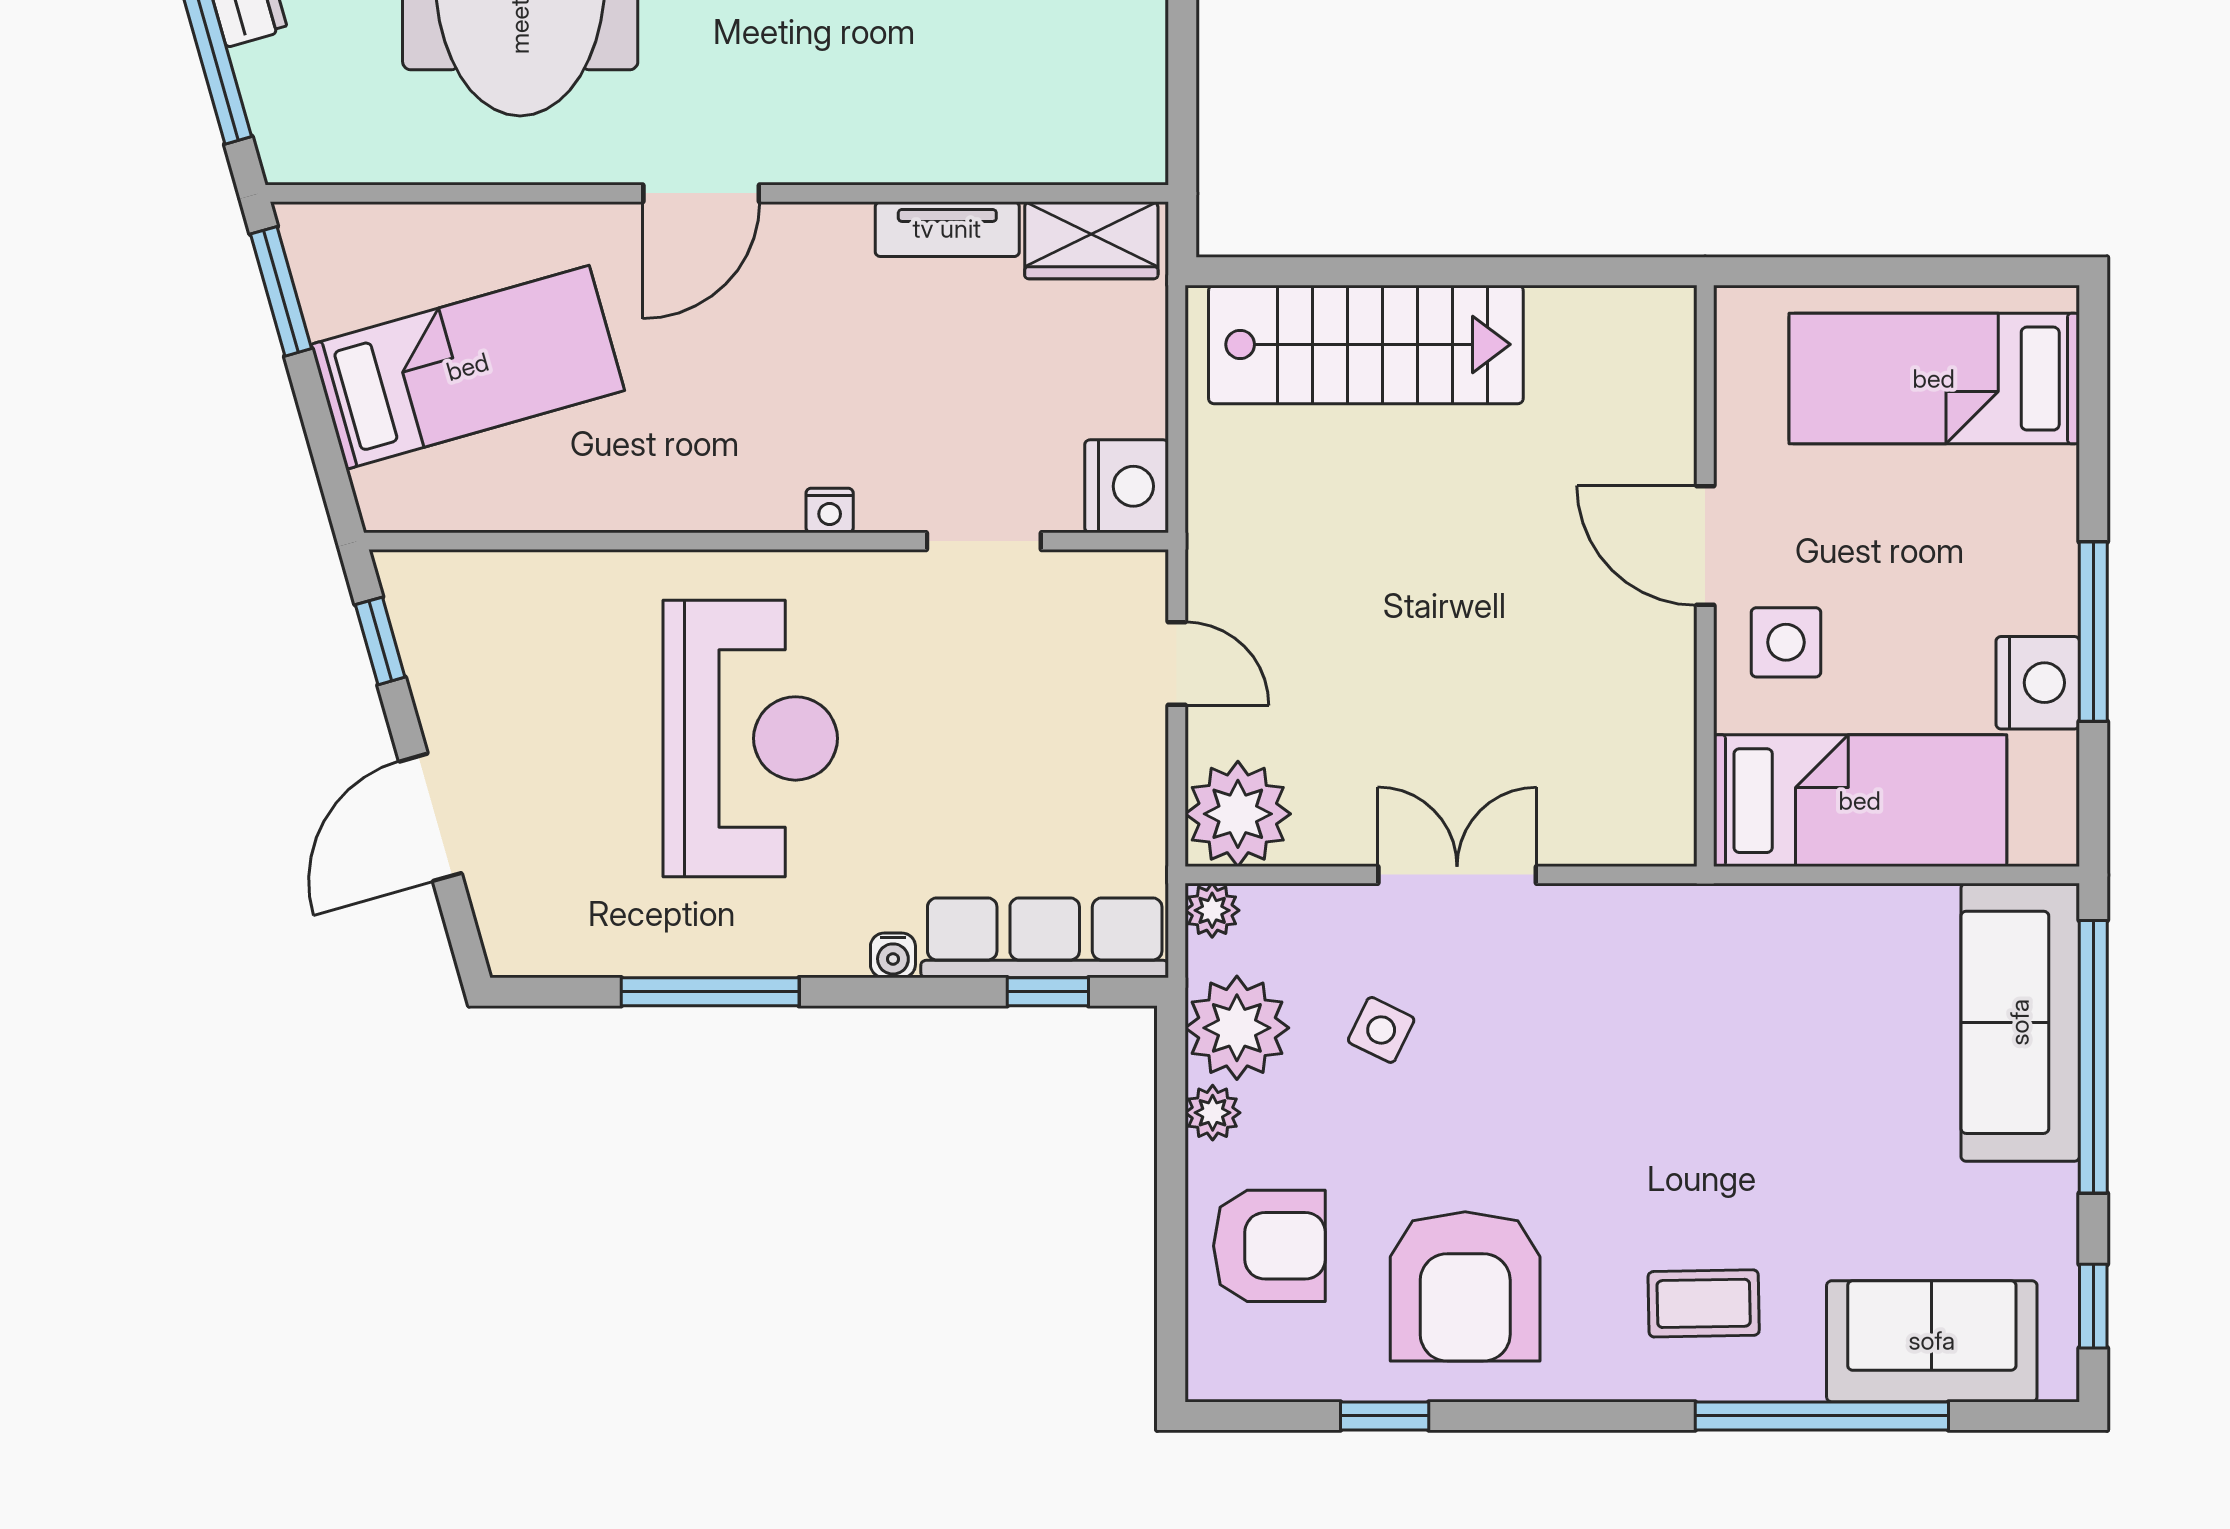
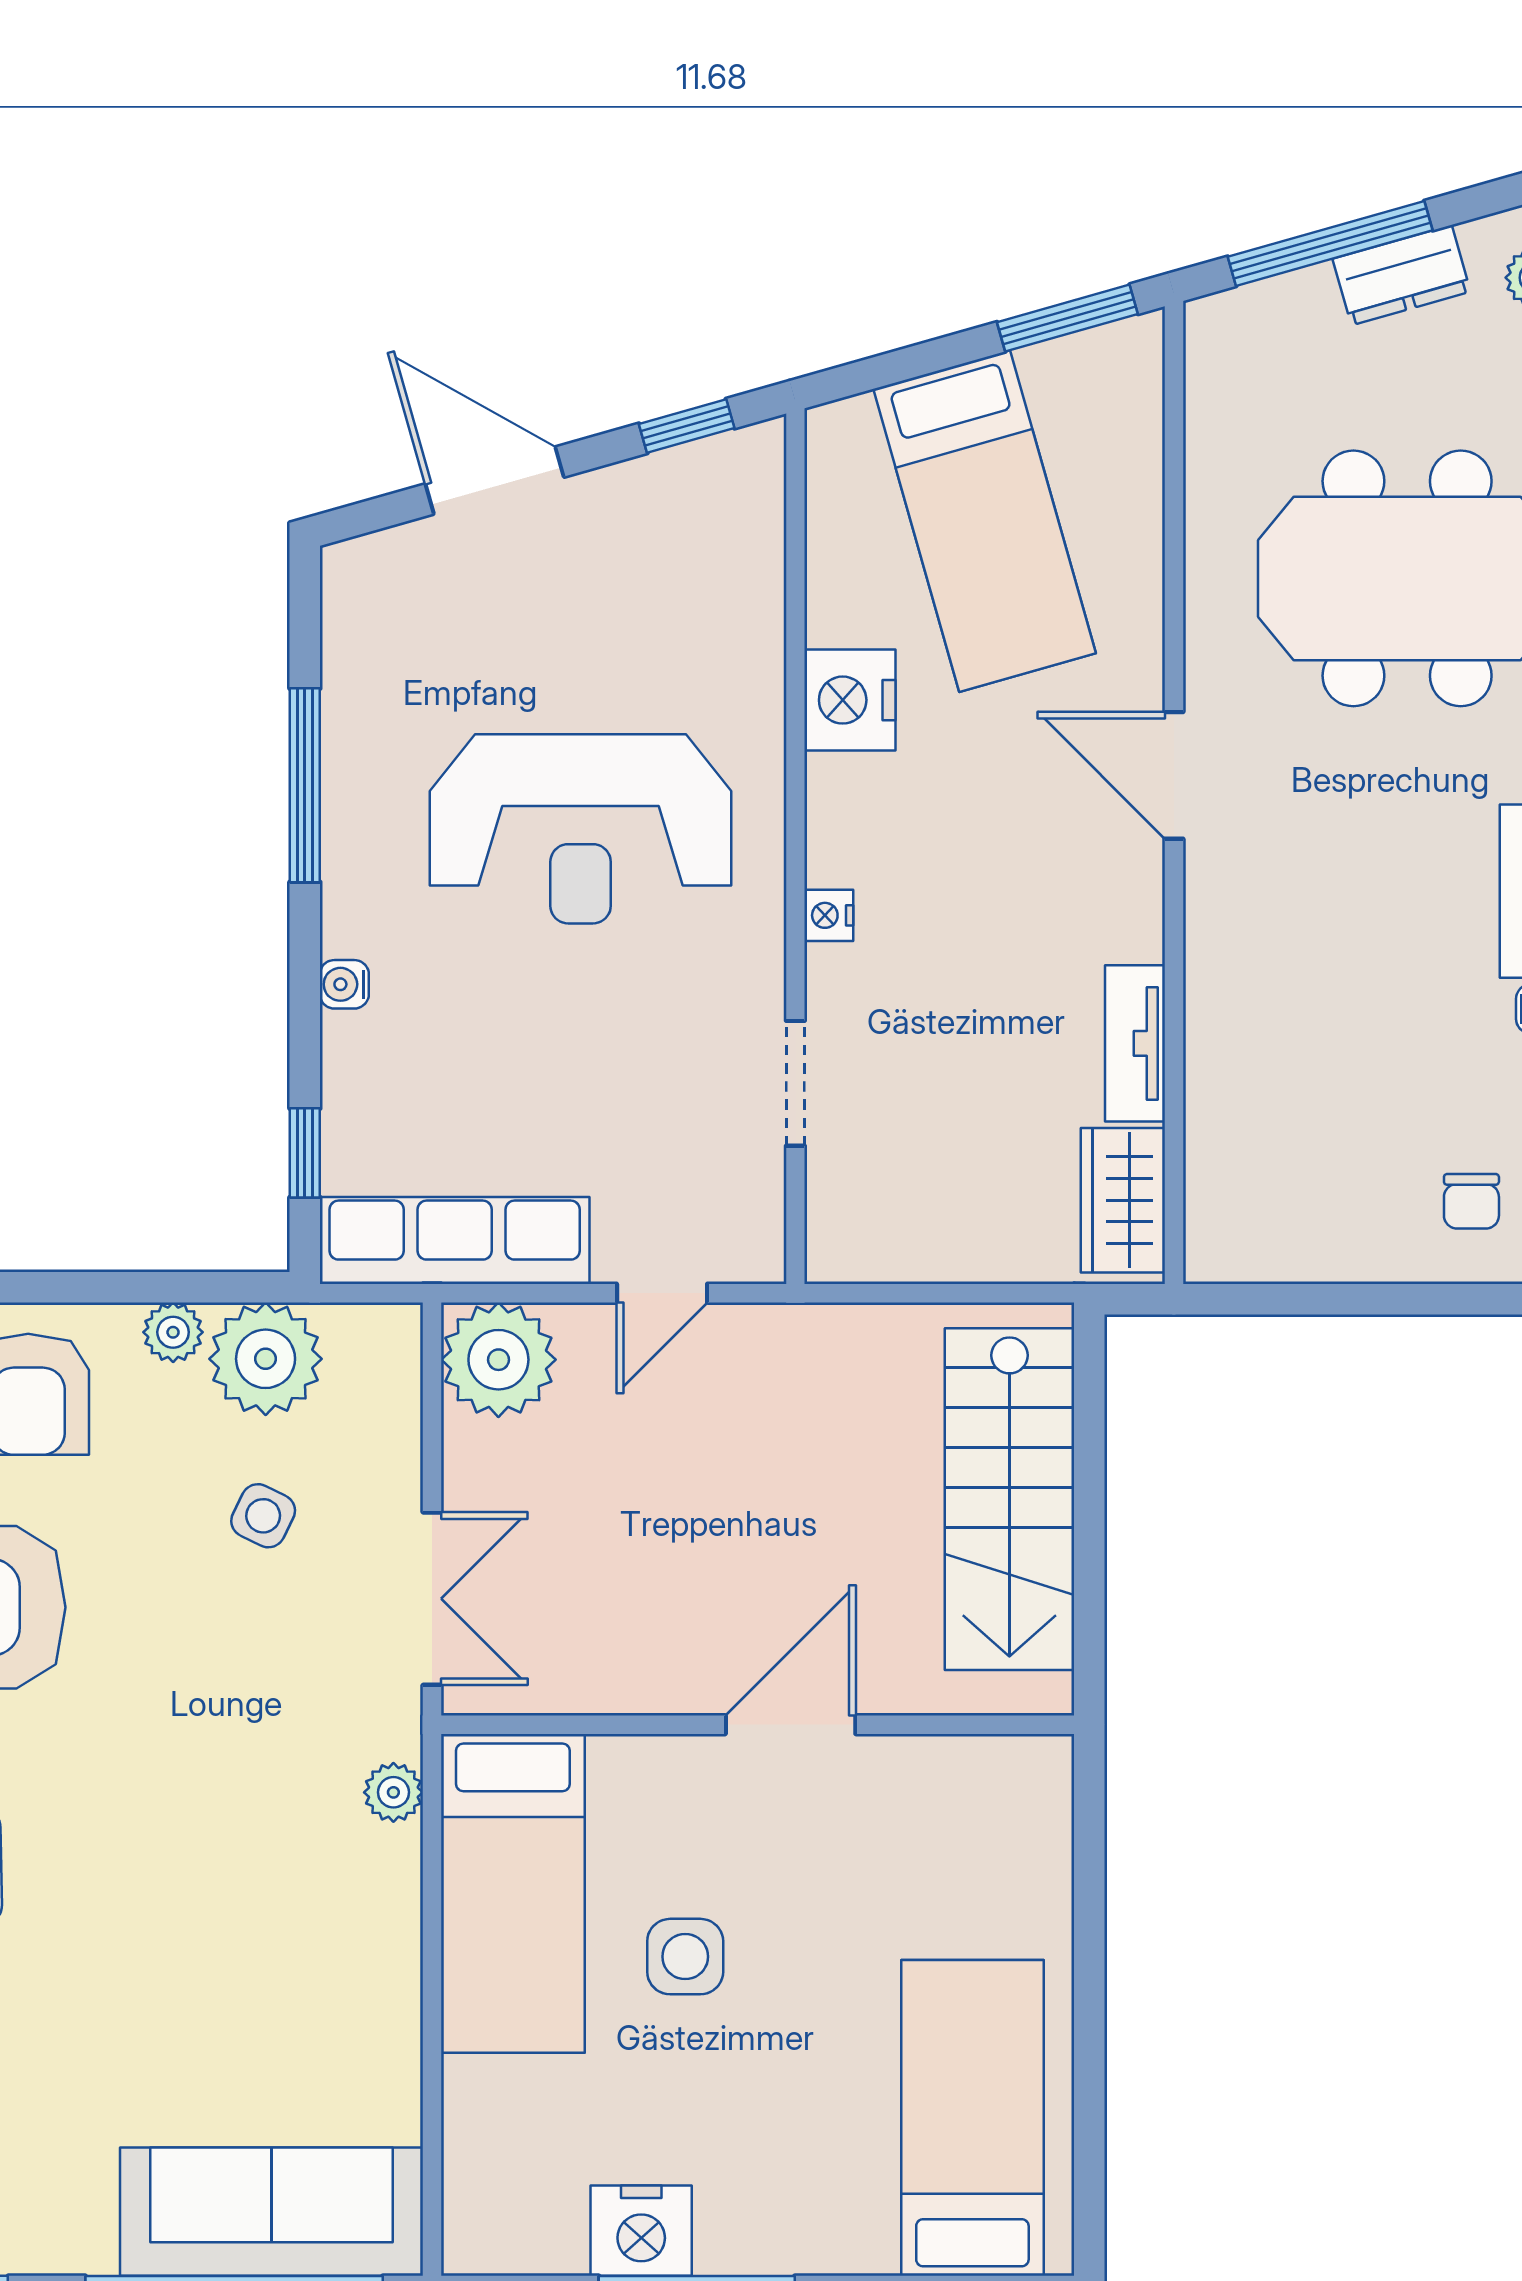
nightstand: (1127, 486) -> (850, 700), moved, turned 90
door: (1705, 546) -> (791, 1725), moved
wall: (1705, 576) -> (758, 1725), moved
bed: (1860, 801) -> (513, 1893), moved
plant: (1212, 910) -> (393, 1792), moved
row of seats: (1045, 938) -> (455, 1241), moved, turned -90

